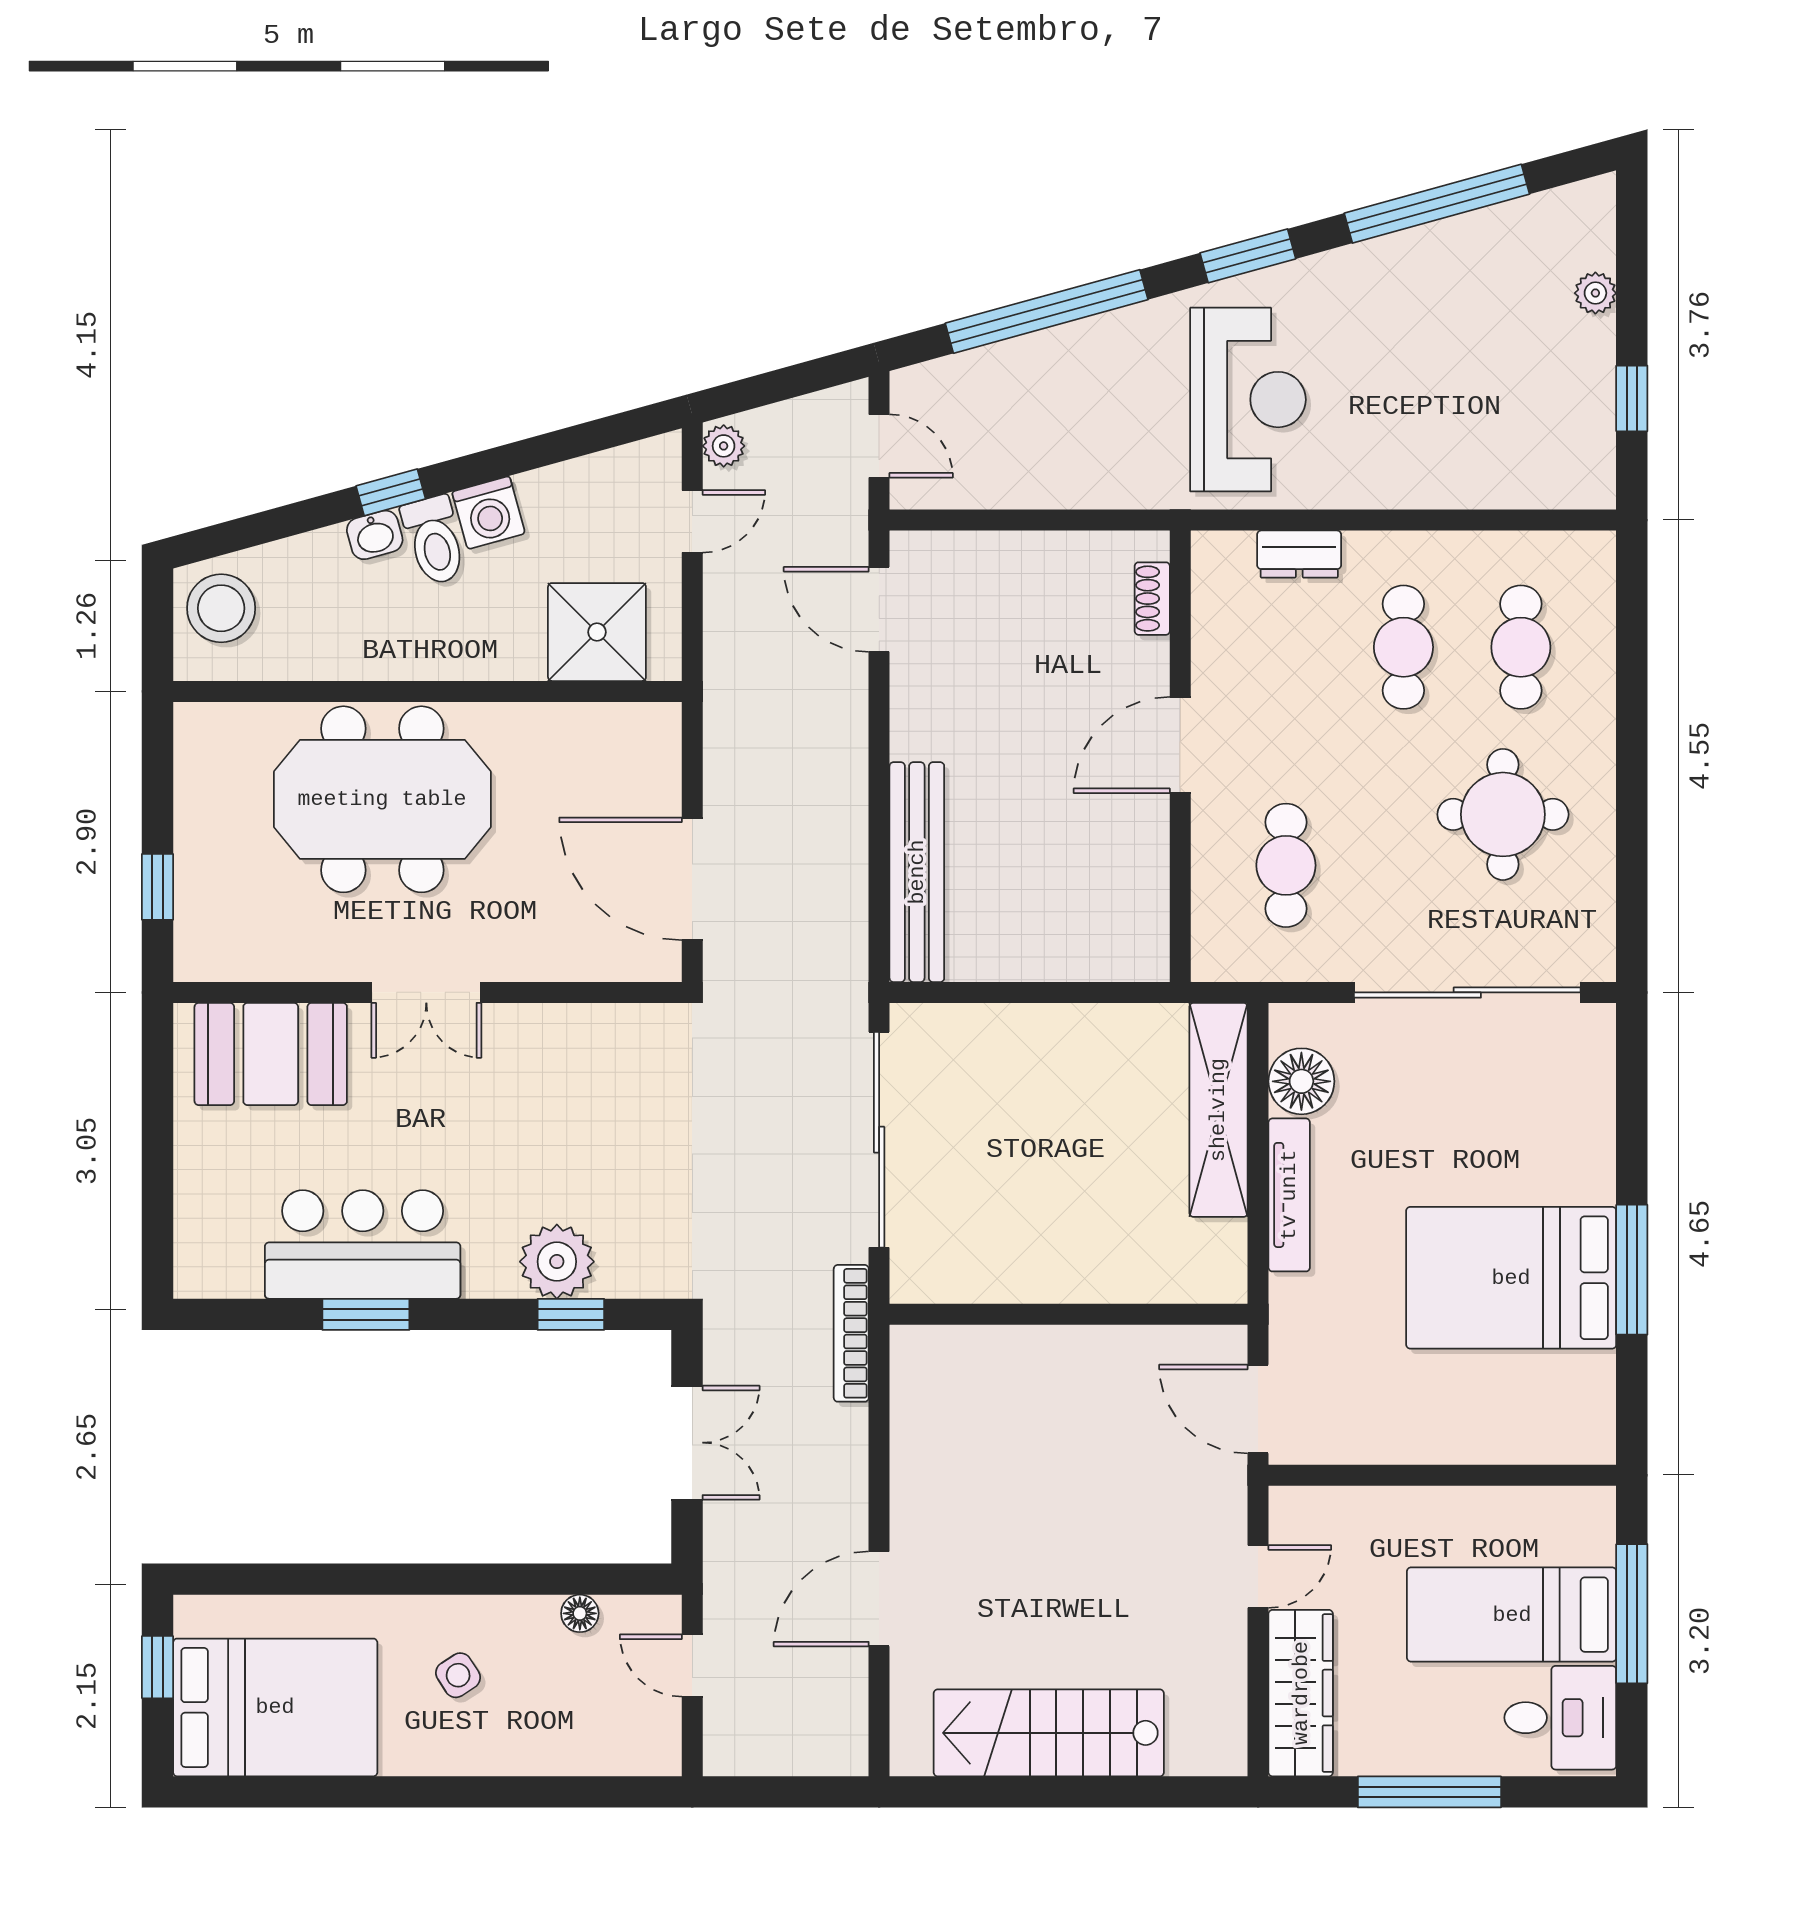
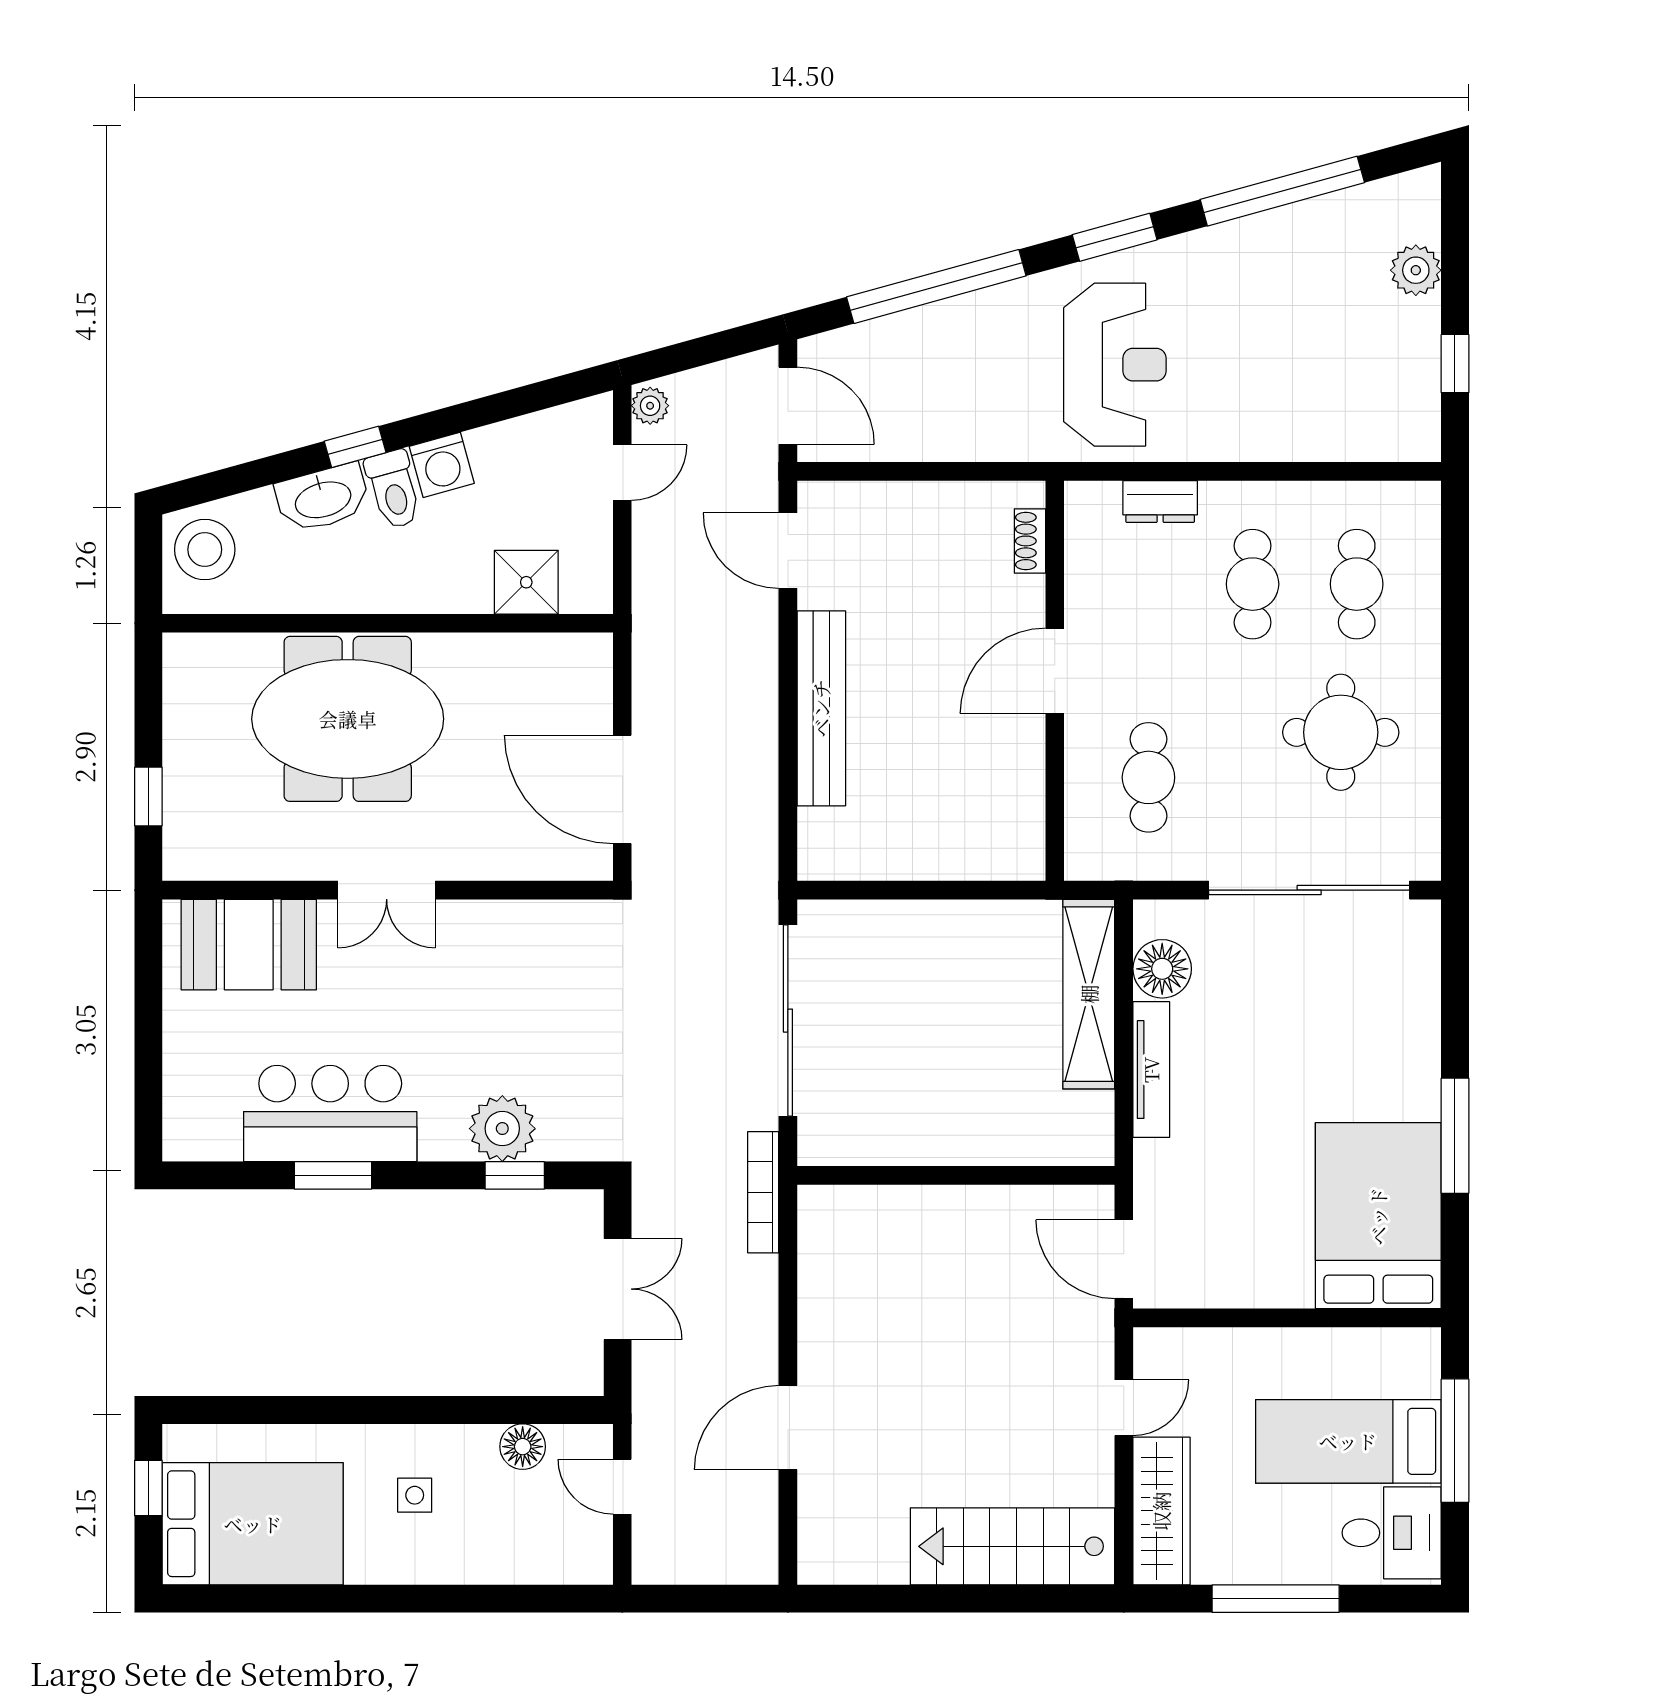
plant: (1595, 293) -> (1416, 270), width x1.38, depth x1.38
door: (879, 446) -> (788, 406), width x1.38
washbasin: (375, 535) -> (323, 498), width x1.91, depth x1.45
shower: (597, 632) -> (526, 582), width x0.73, depth x0.73
bench: (917, 872) -> (821, 708), moved
bed: (1511, 1278) -> (1378, 1216), moved, turned 90
floor lamp: (580, 1613) -> (523, 1447), width x1.37, depth x1.37
side table: (458, 1675) -> (415, 1495), turned 33
stairs: (1049, 1733) -> (1012, 1546), moved

